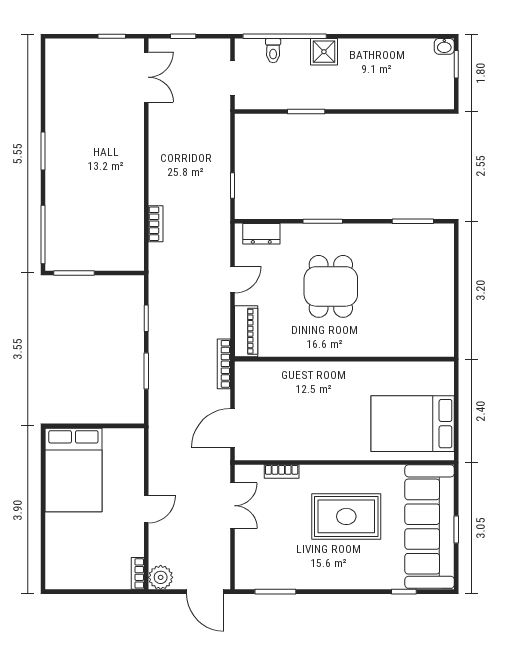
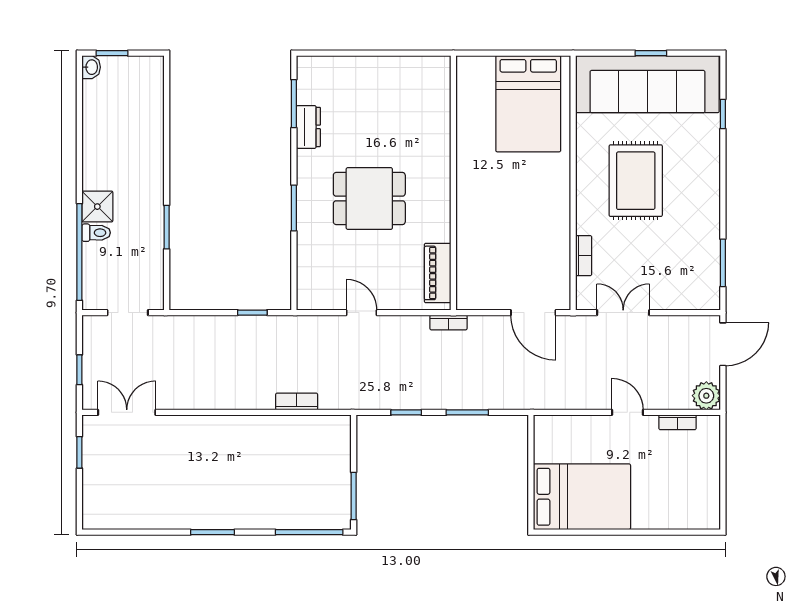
toilet: (273, 51) -> (96, 233), moved
dresser: (261, 234) -> (308, 127), moved
piano: (246, 331) -> (438, 273), moved, turned -90
bookcase: (224, 364) -> (448, 322), width x0.64
bookcase: (138, 573) -> (678, 422), moved

